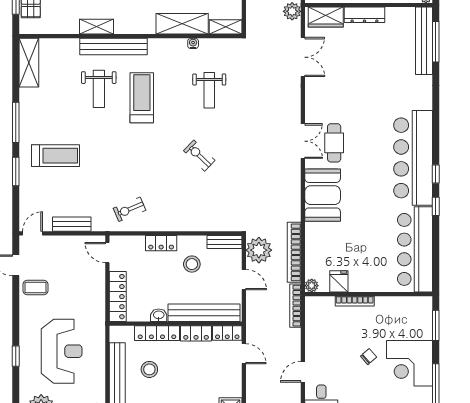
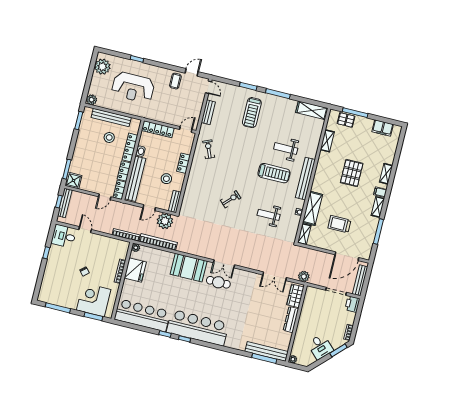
shelving: (96, 27) -> (327, 141), moved
bench: (113, 47) -> (305, 179), moved
fridge: (339, 281) -> (135, 270), width x1.88, depth x1.34
corner desk: (409, 363) -> (94, 300), moved

